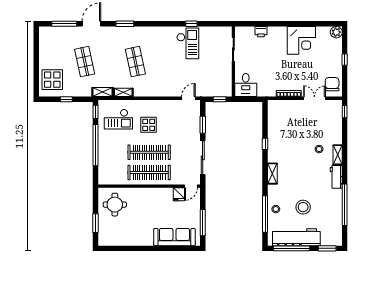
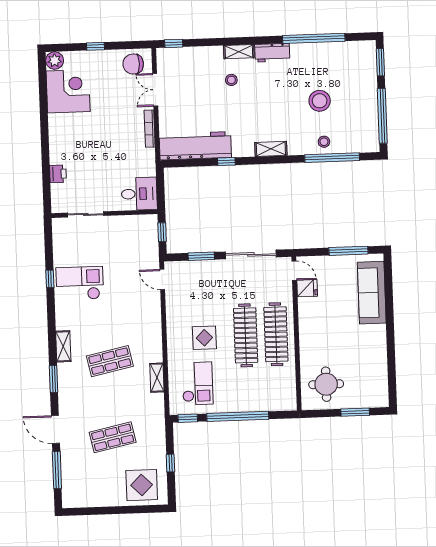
corner desk: (301, 40) -> (68, 91), moved
shelving: (103, 92) -> (63, 346), moved
workbench: (296, 237) -> (195, 146), moved, turned 90

